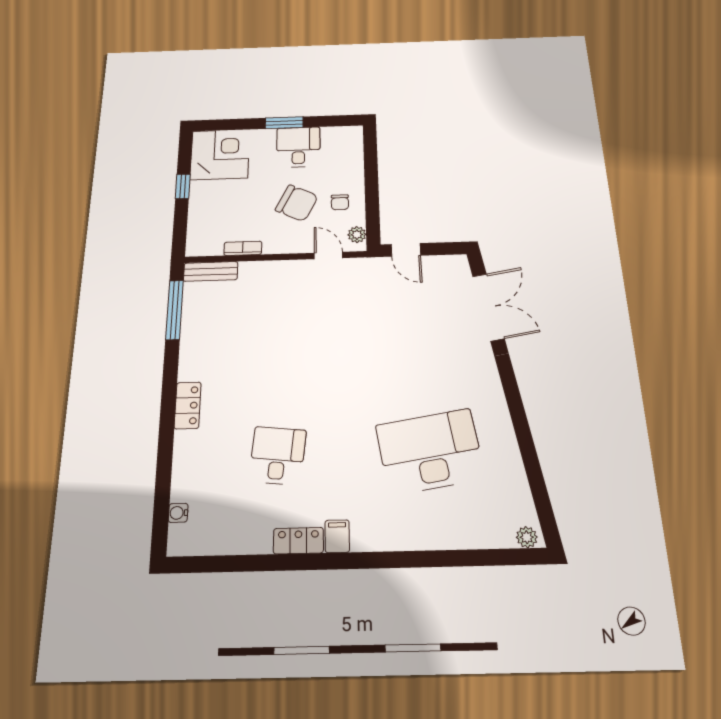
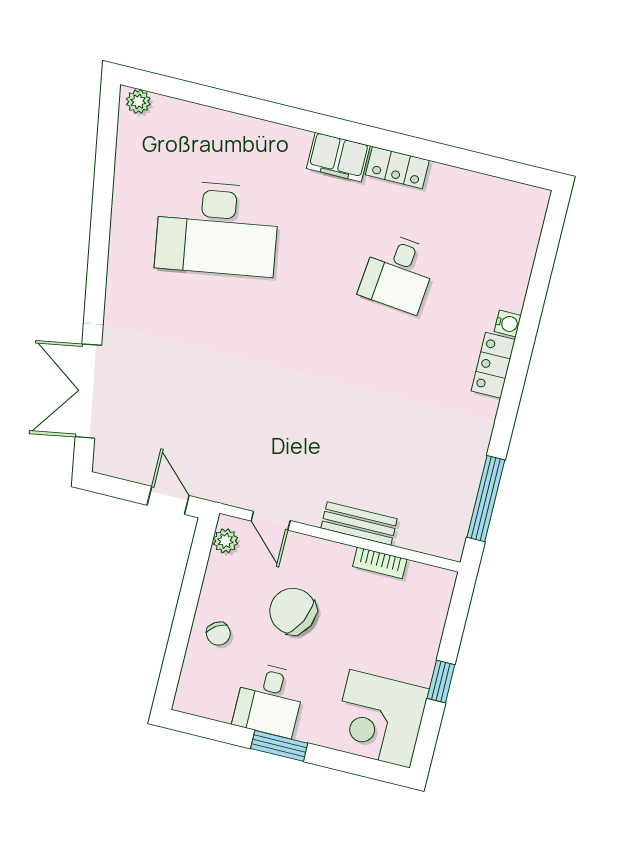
chair: (340, 202) -> (218, 634), moved, turned 147
bench: (211, 271) -> (359, 523), moved
water cooler: (178, 513) -> (508, 323), moved
filing cabinet: (337, 536) -> (338, 157), width x2.00

